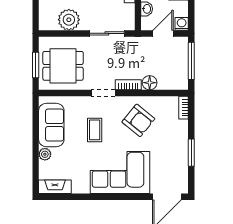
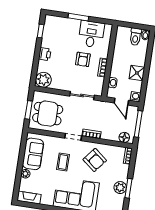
plant: (69, 20) -> (43, 80), moved
door: (163, 33) -> (121, 102), swing flipped
floor lamp: (150, 83) -> (124, 137), moved
plant: (180, 153) -> (120, 188), added

